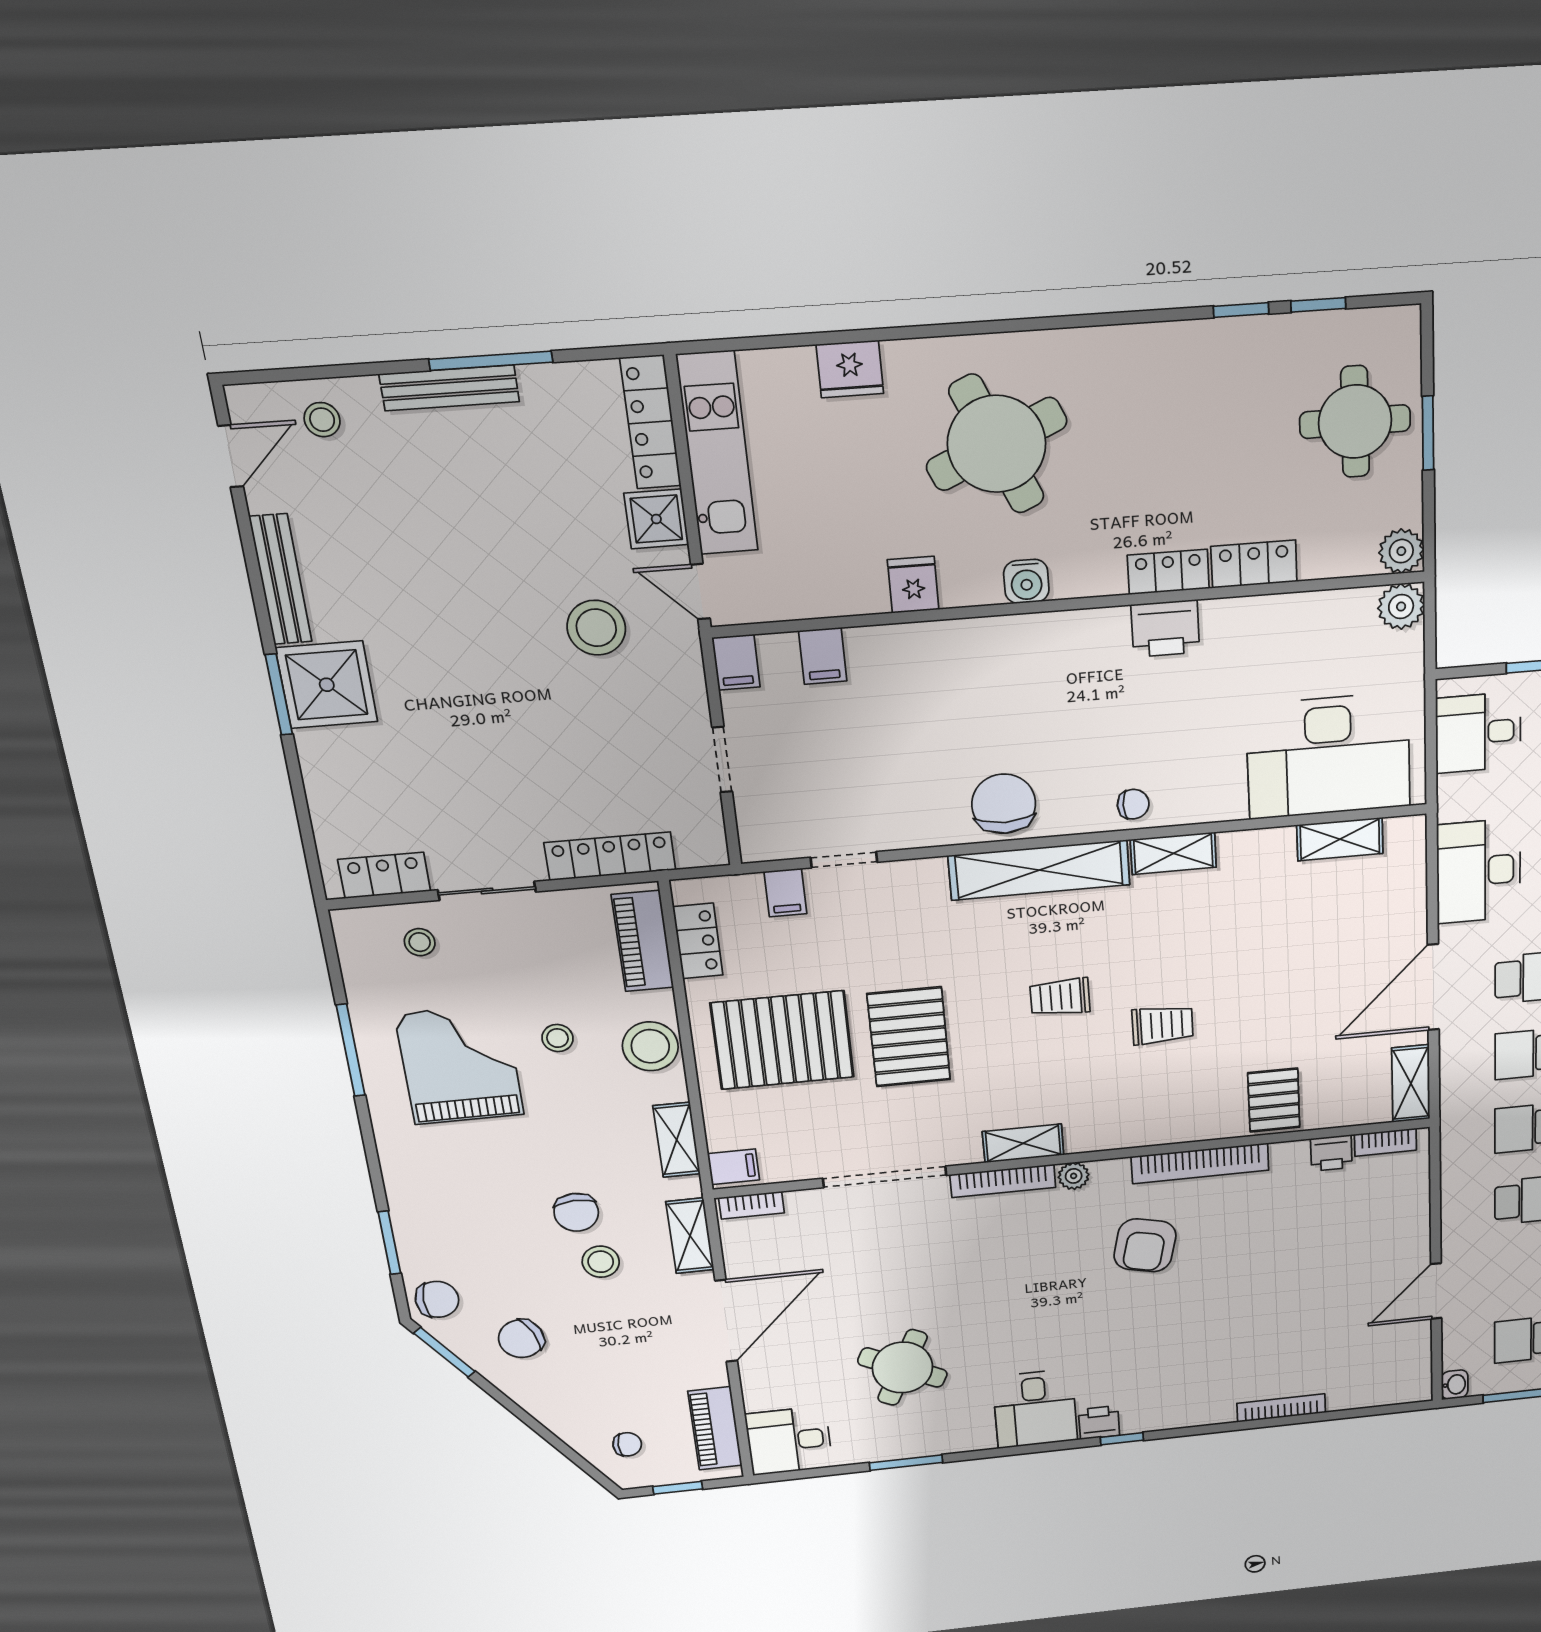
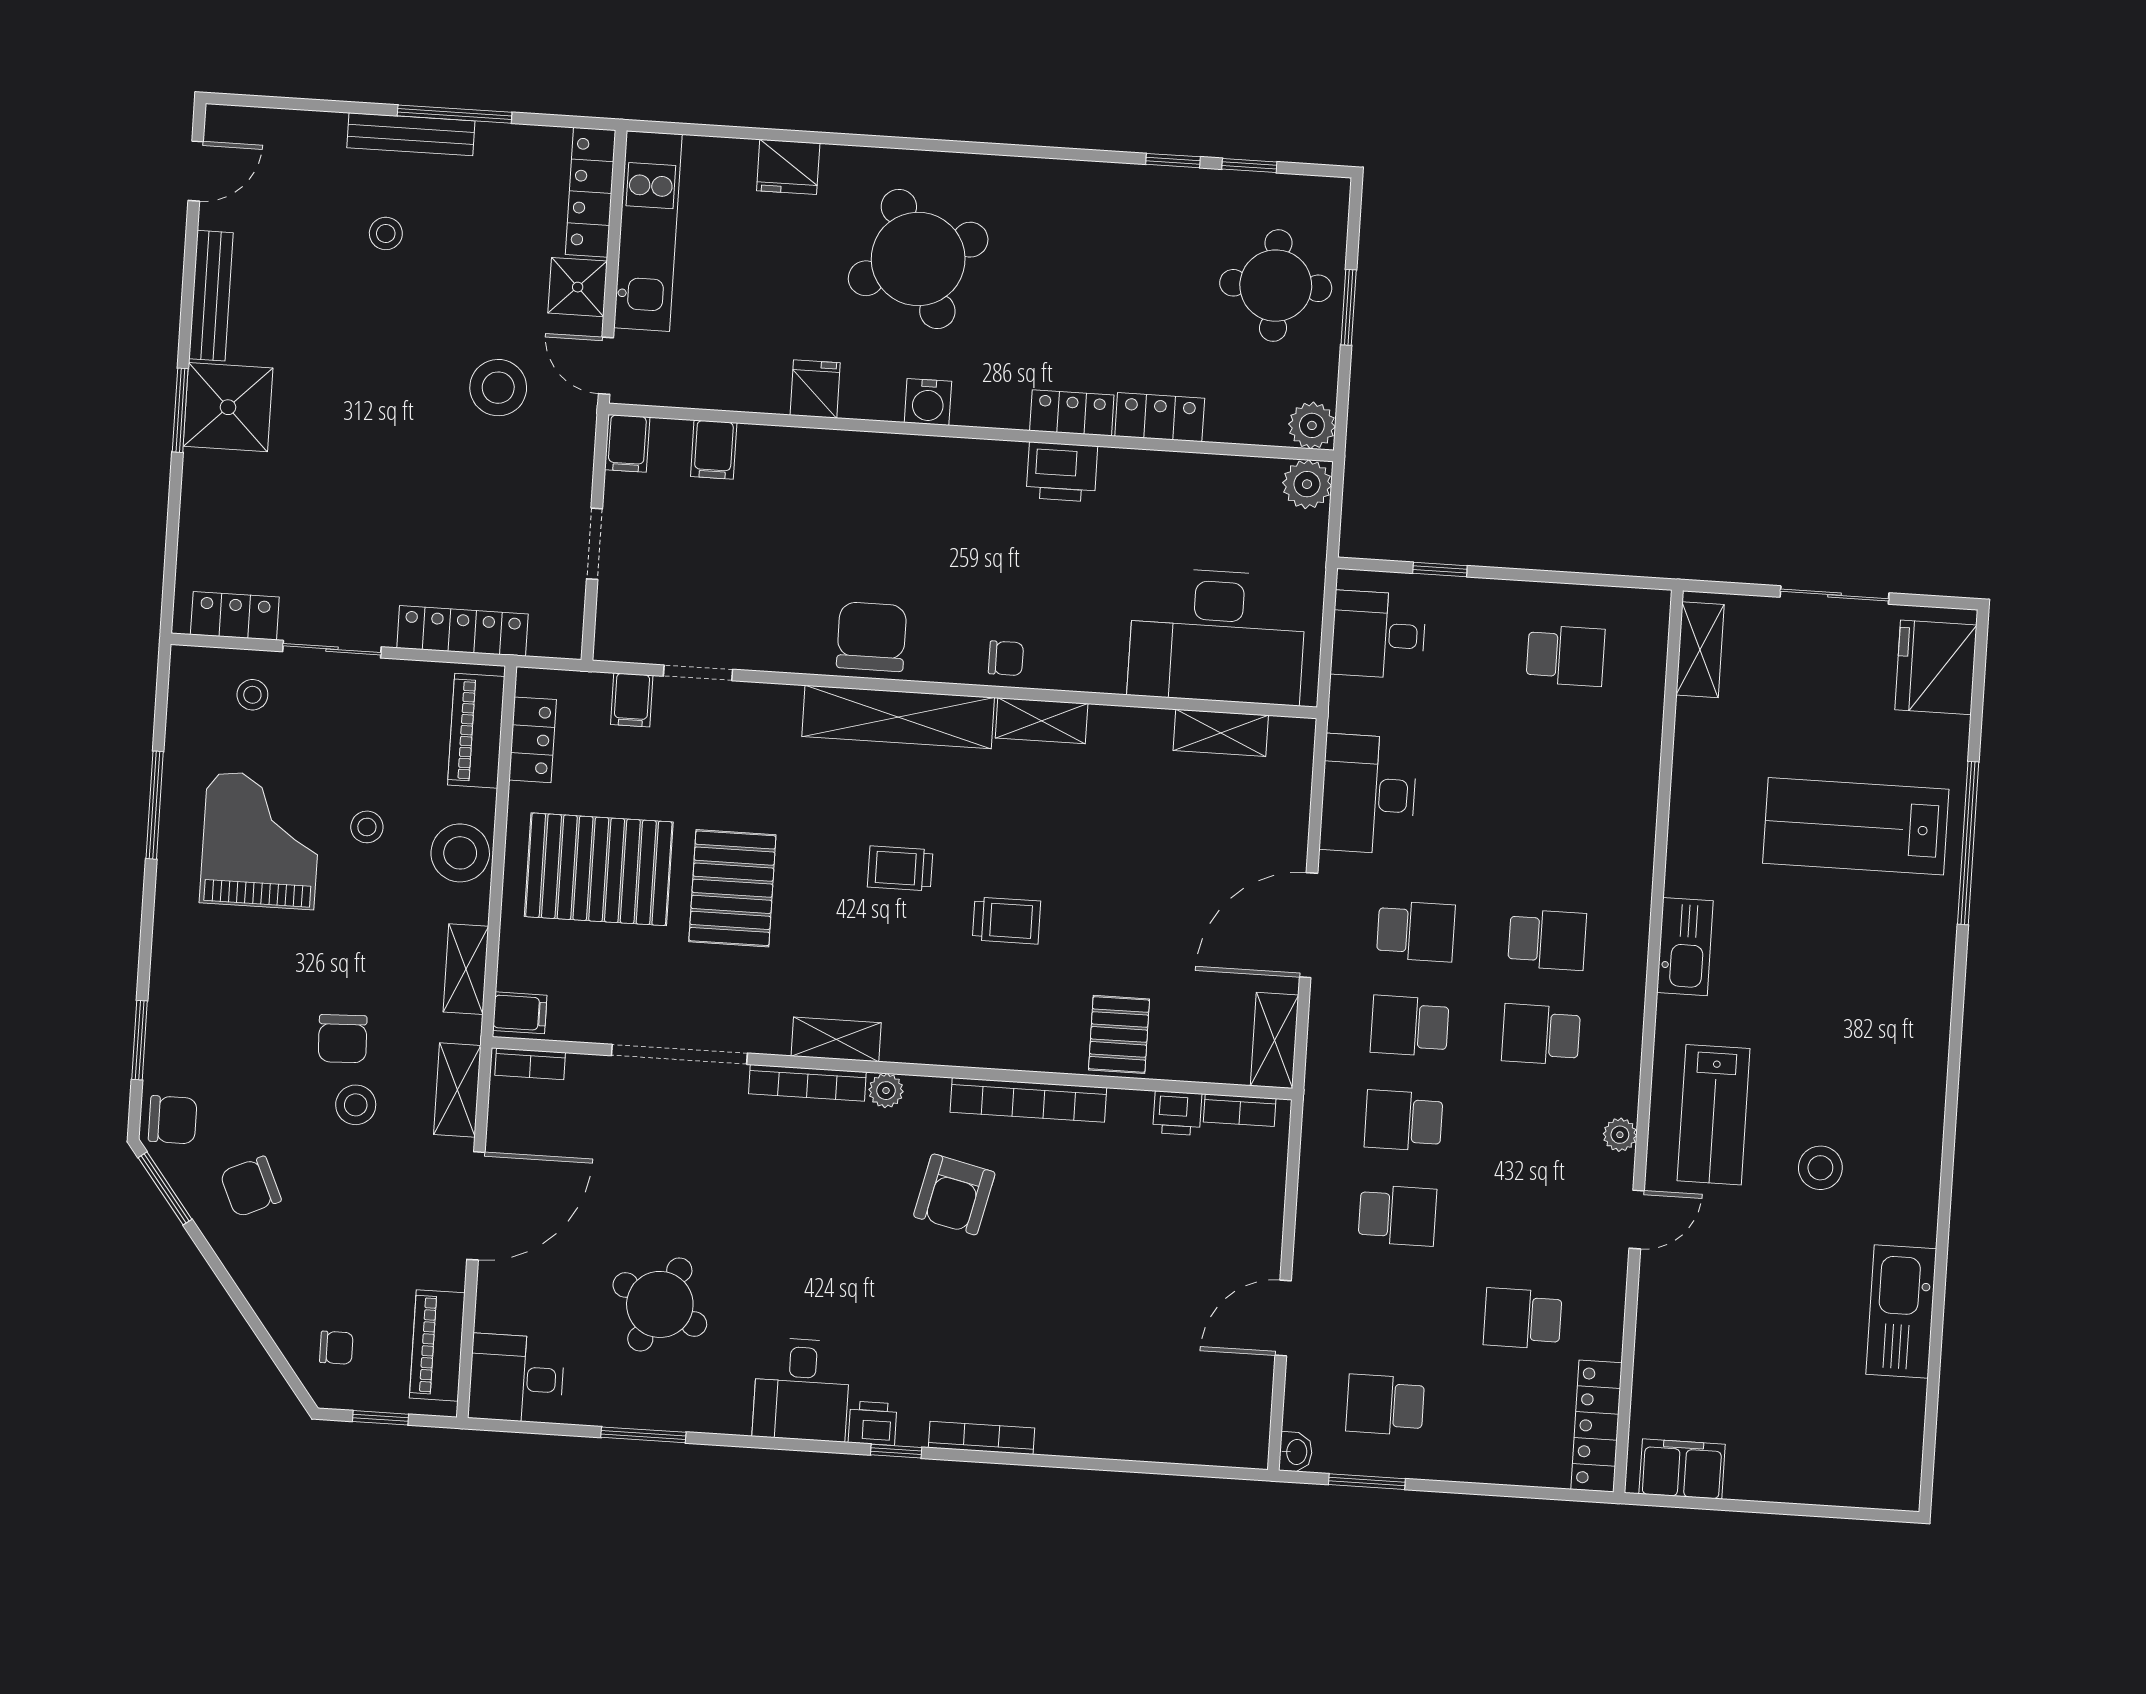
stool: (322, 420) -> (386, 233), moved
bookcase: (1281, 1408) -> (982, 1438), moved

